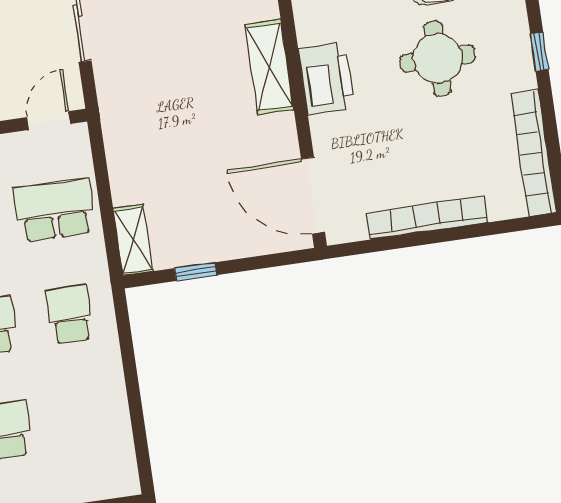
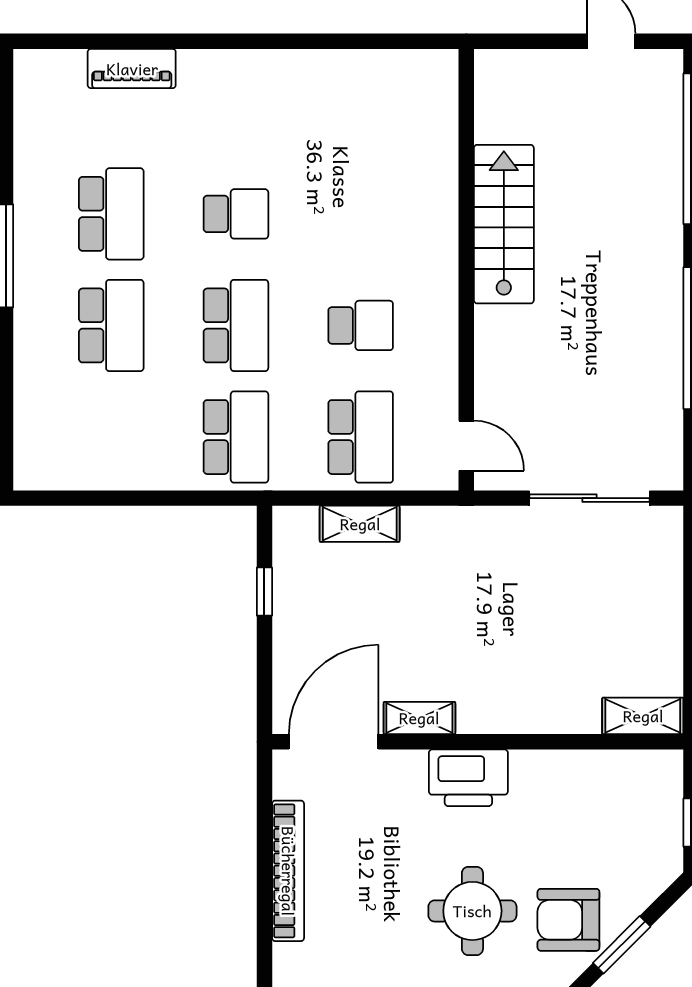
shelving: (269, 67) -> (419, 718), moved, width x0.67, depth x0.75
shelving: (133, 240) -> (360, 524), moved
school desk: (70, 314) -> (236, 437), width x1.85

